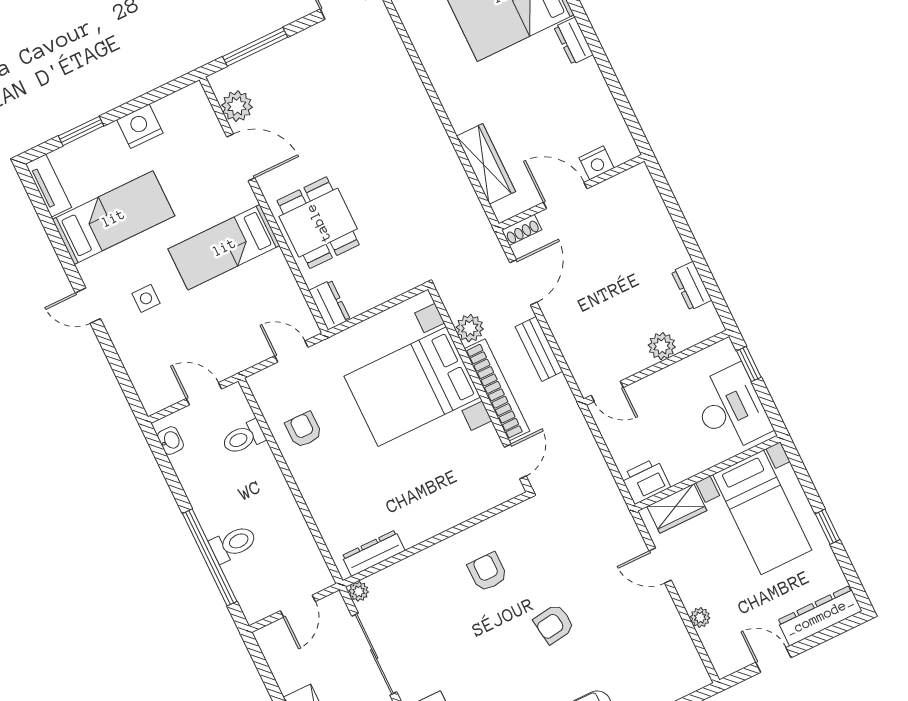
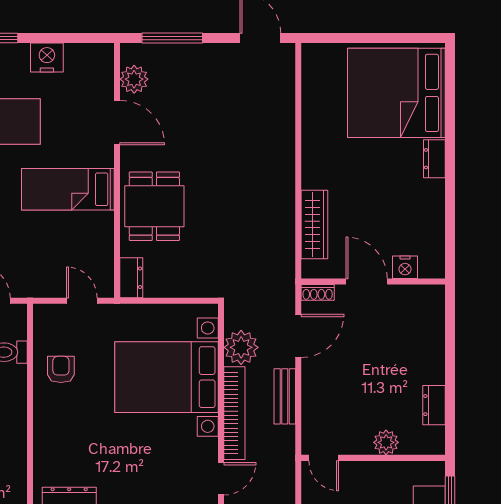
plant: (470, 328) -> (241, 347), width x1.36, depth x1.36

